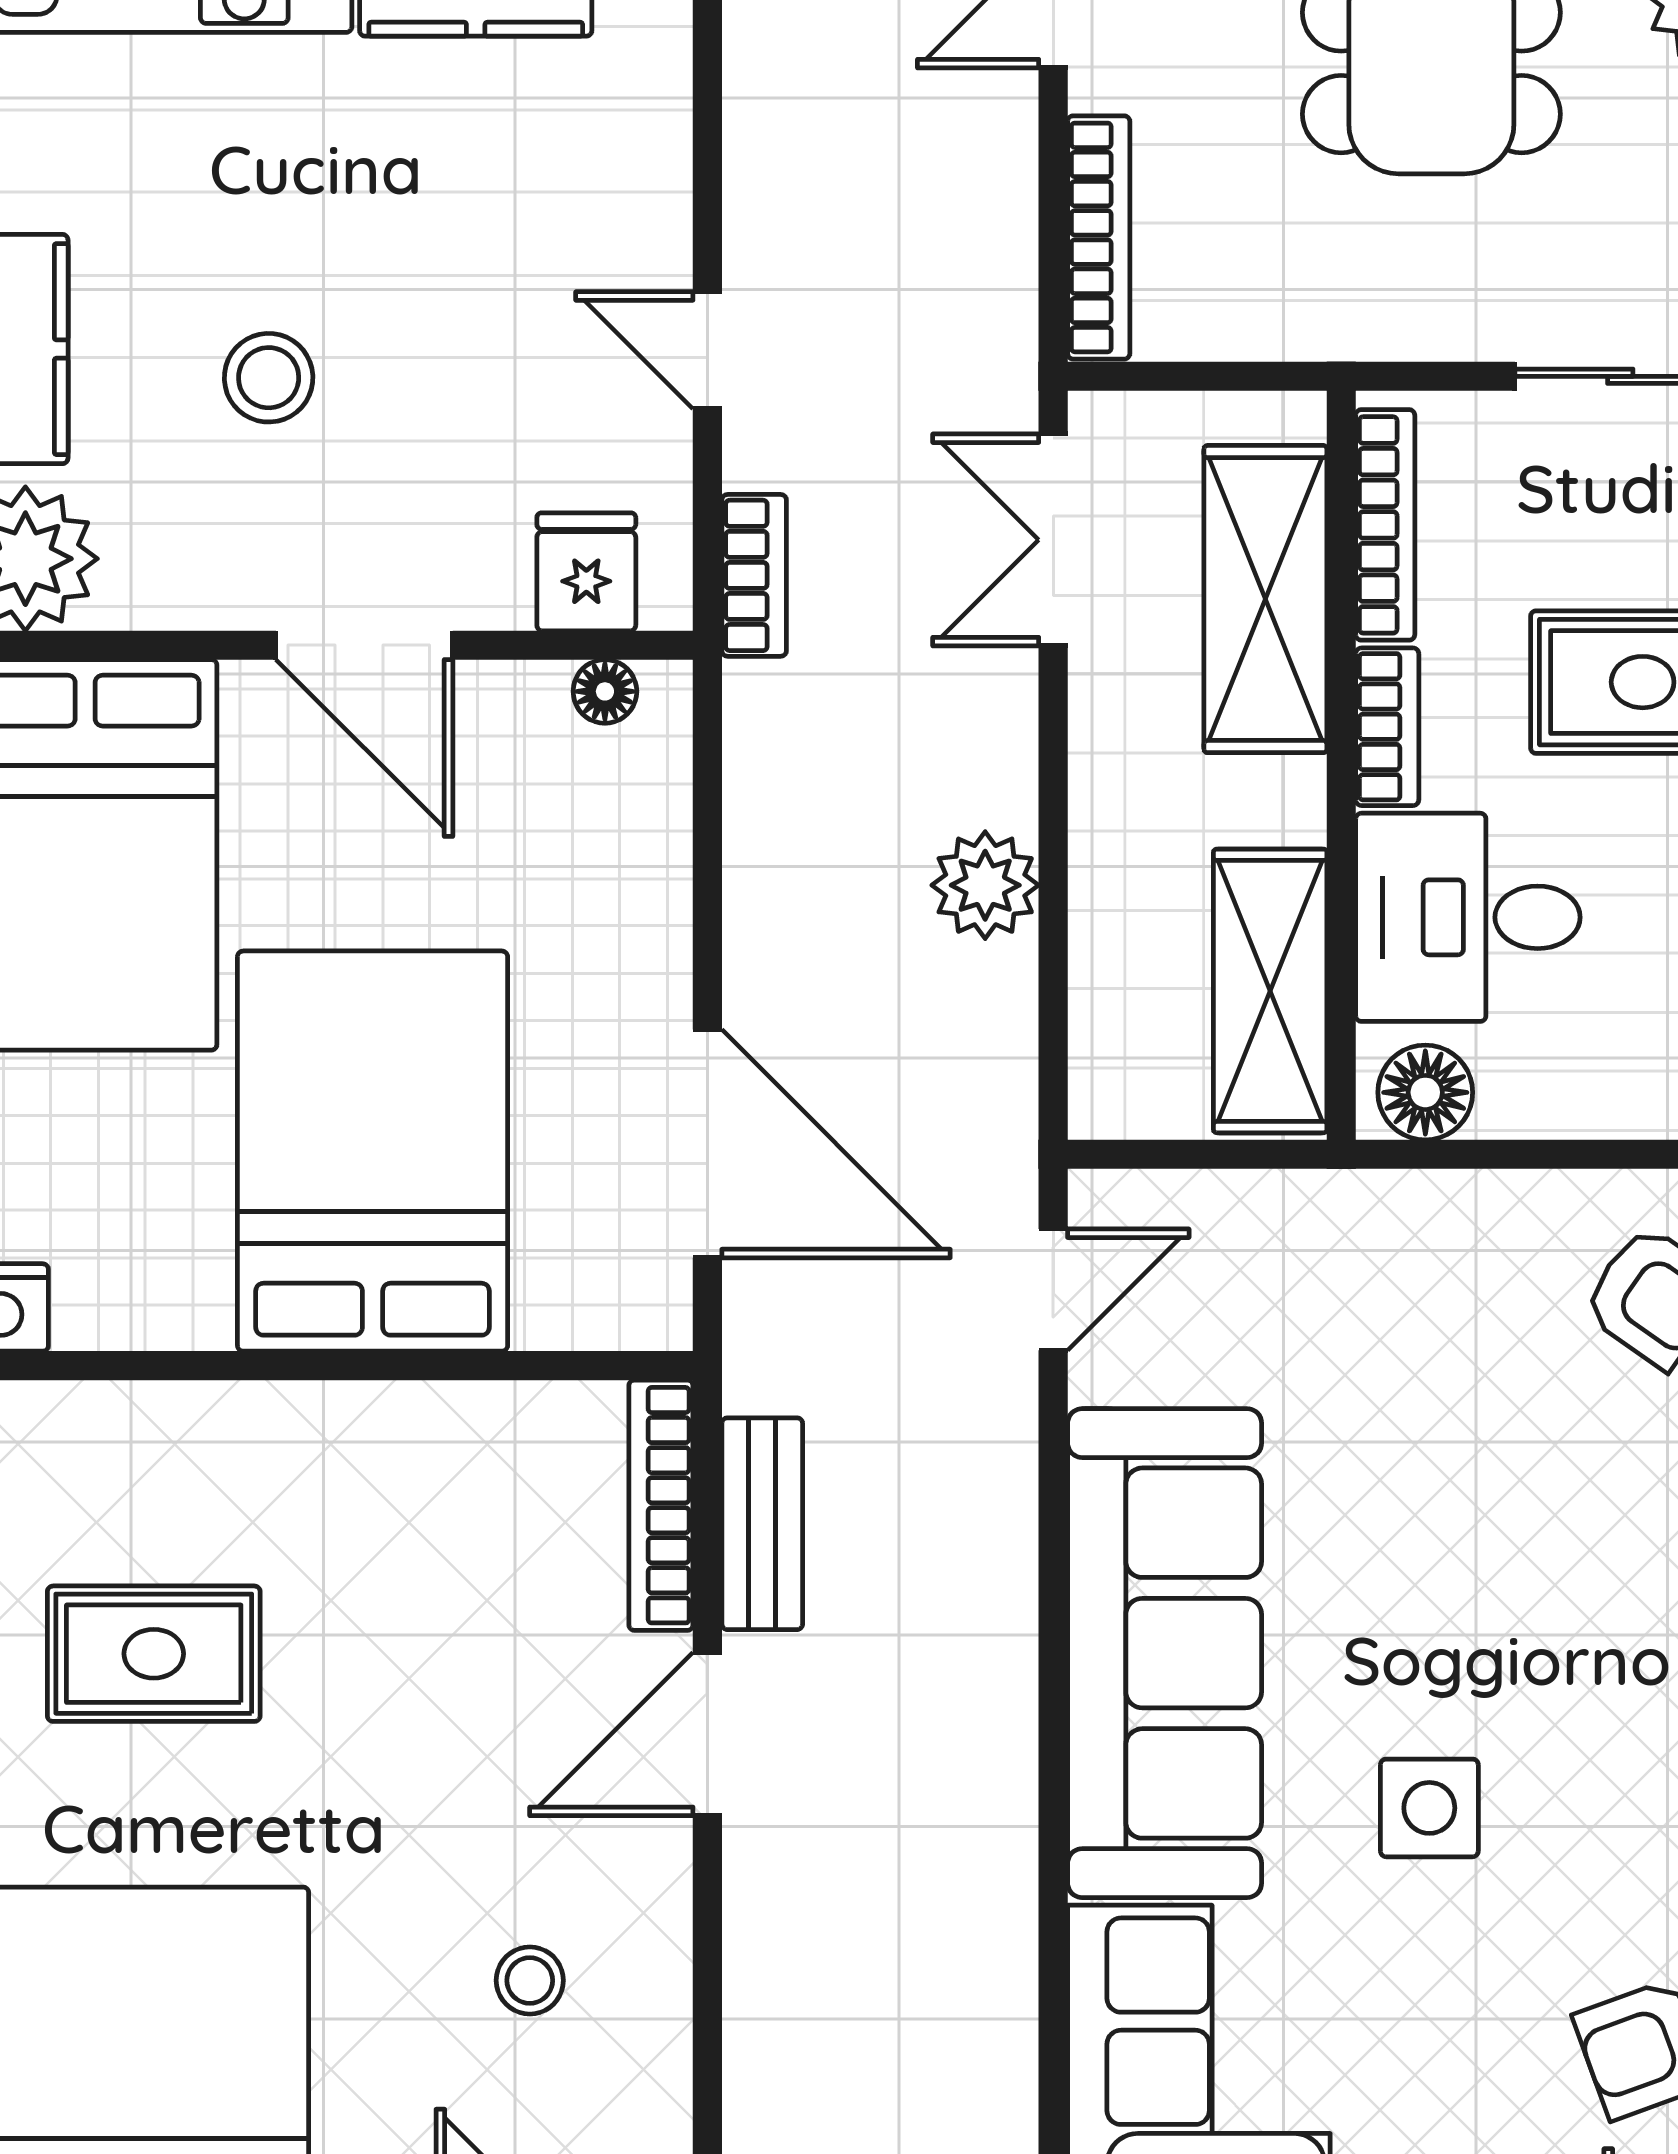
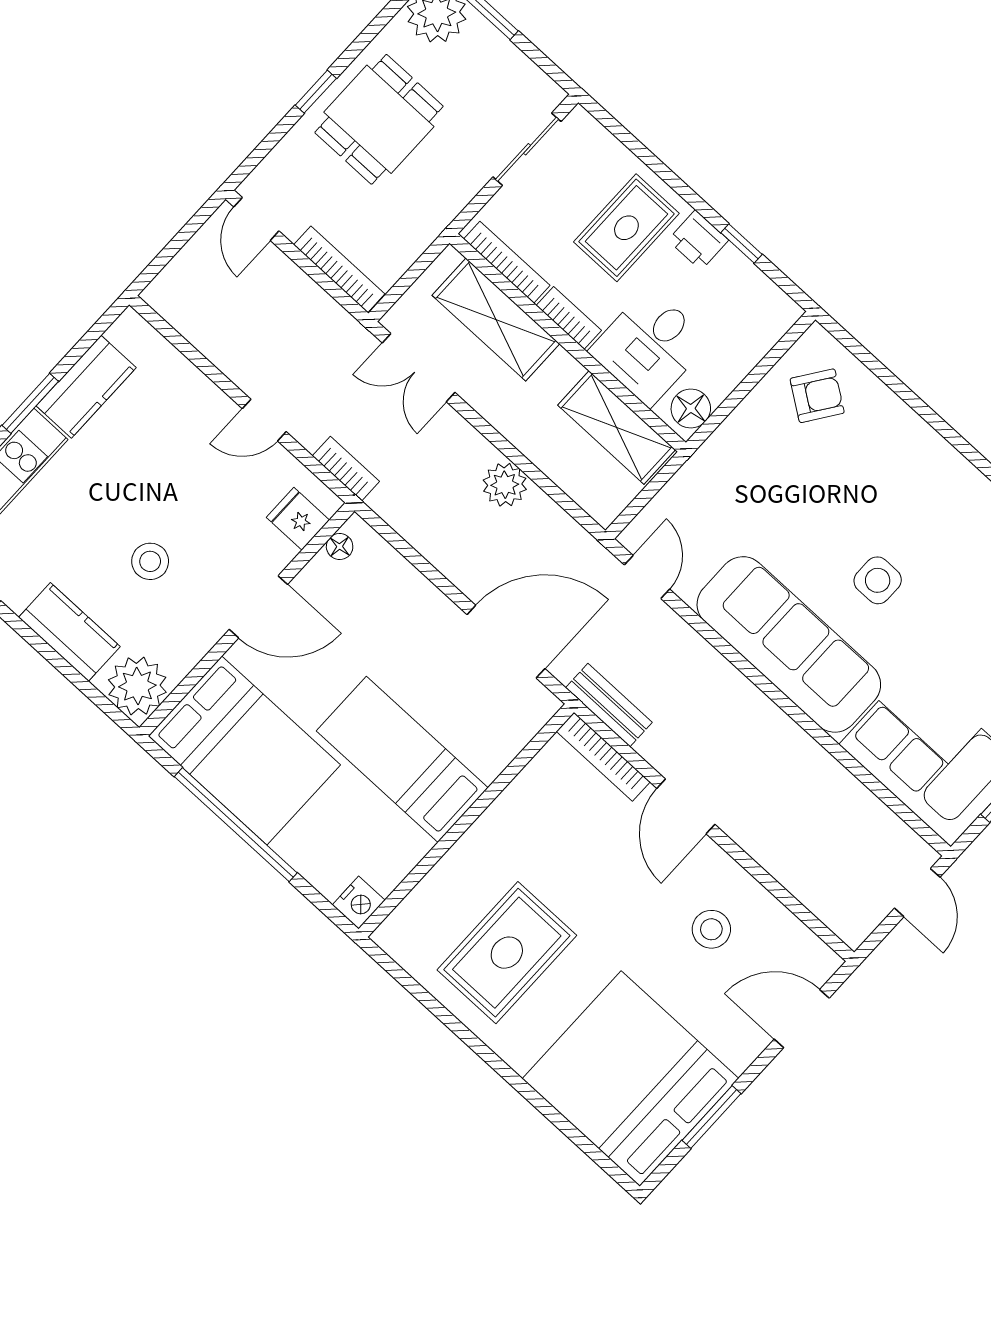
bed: (373, 1151) -> (402, 759), width x0.67
bench: (762, 1524) -> (609, 705), moved
rug: (154, 1654) -> (507, 953), width x1.36, depth x1.43
side table: (1429, 1808) -> (878, 580), moved
stool: (530, 1980) -> (711, 929), width x1.37, depth x1.37

